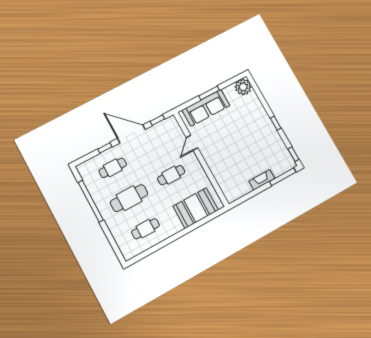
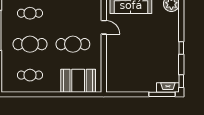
door: (192, 143) -> (104, 27), swing flipped
cafe table: (171, 175) -> (73, 44), width x1.37, depth x1.35
fireplace: (262, 180) -> (168, 87), moved

